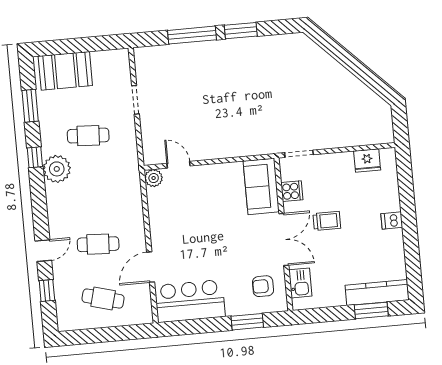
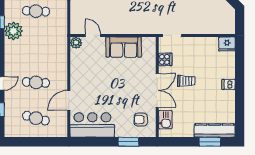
fridge: (367, 160) -> (227, 44), moved
sofa: (261, 186) -> (124, 47), moved, turned -90

